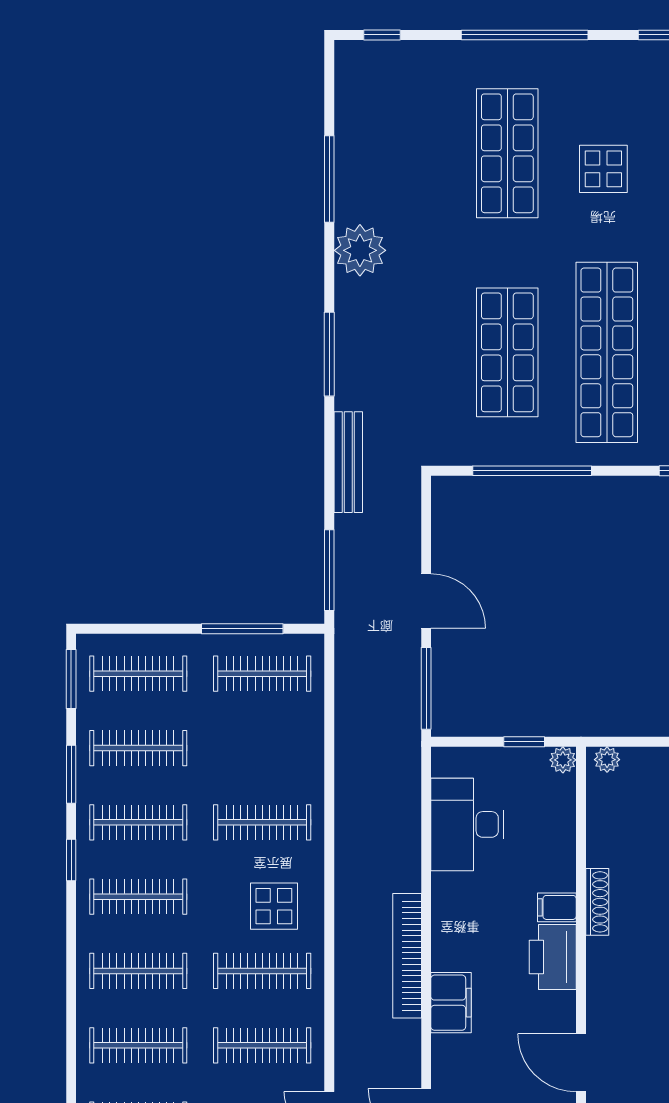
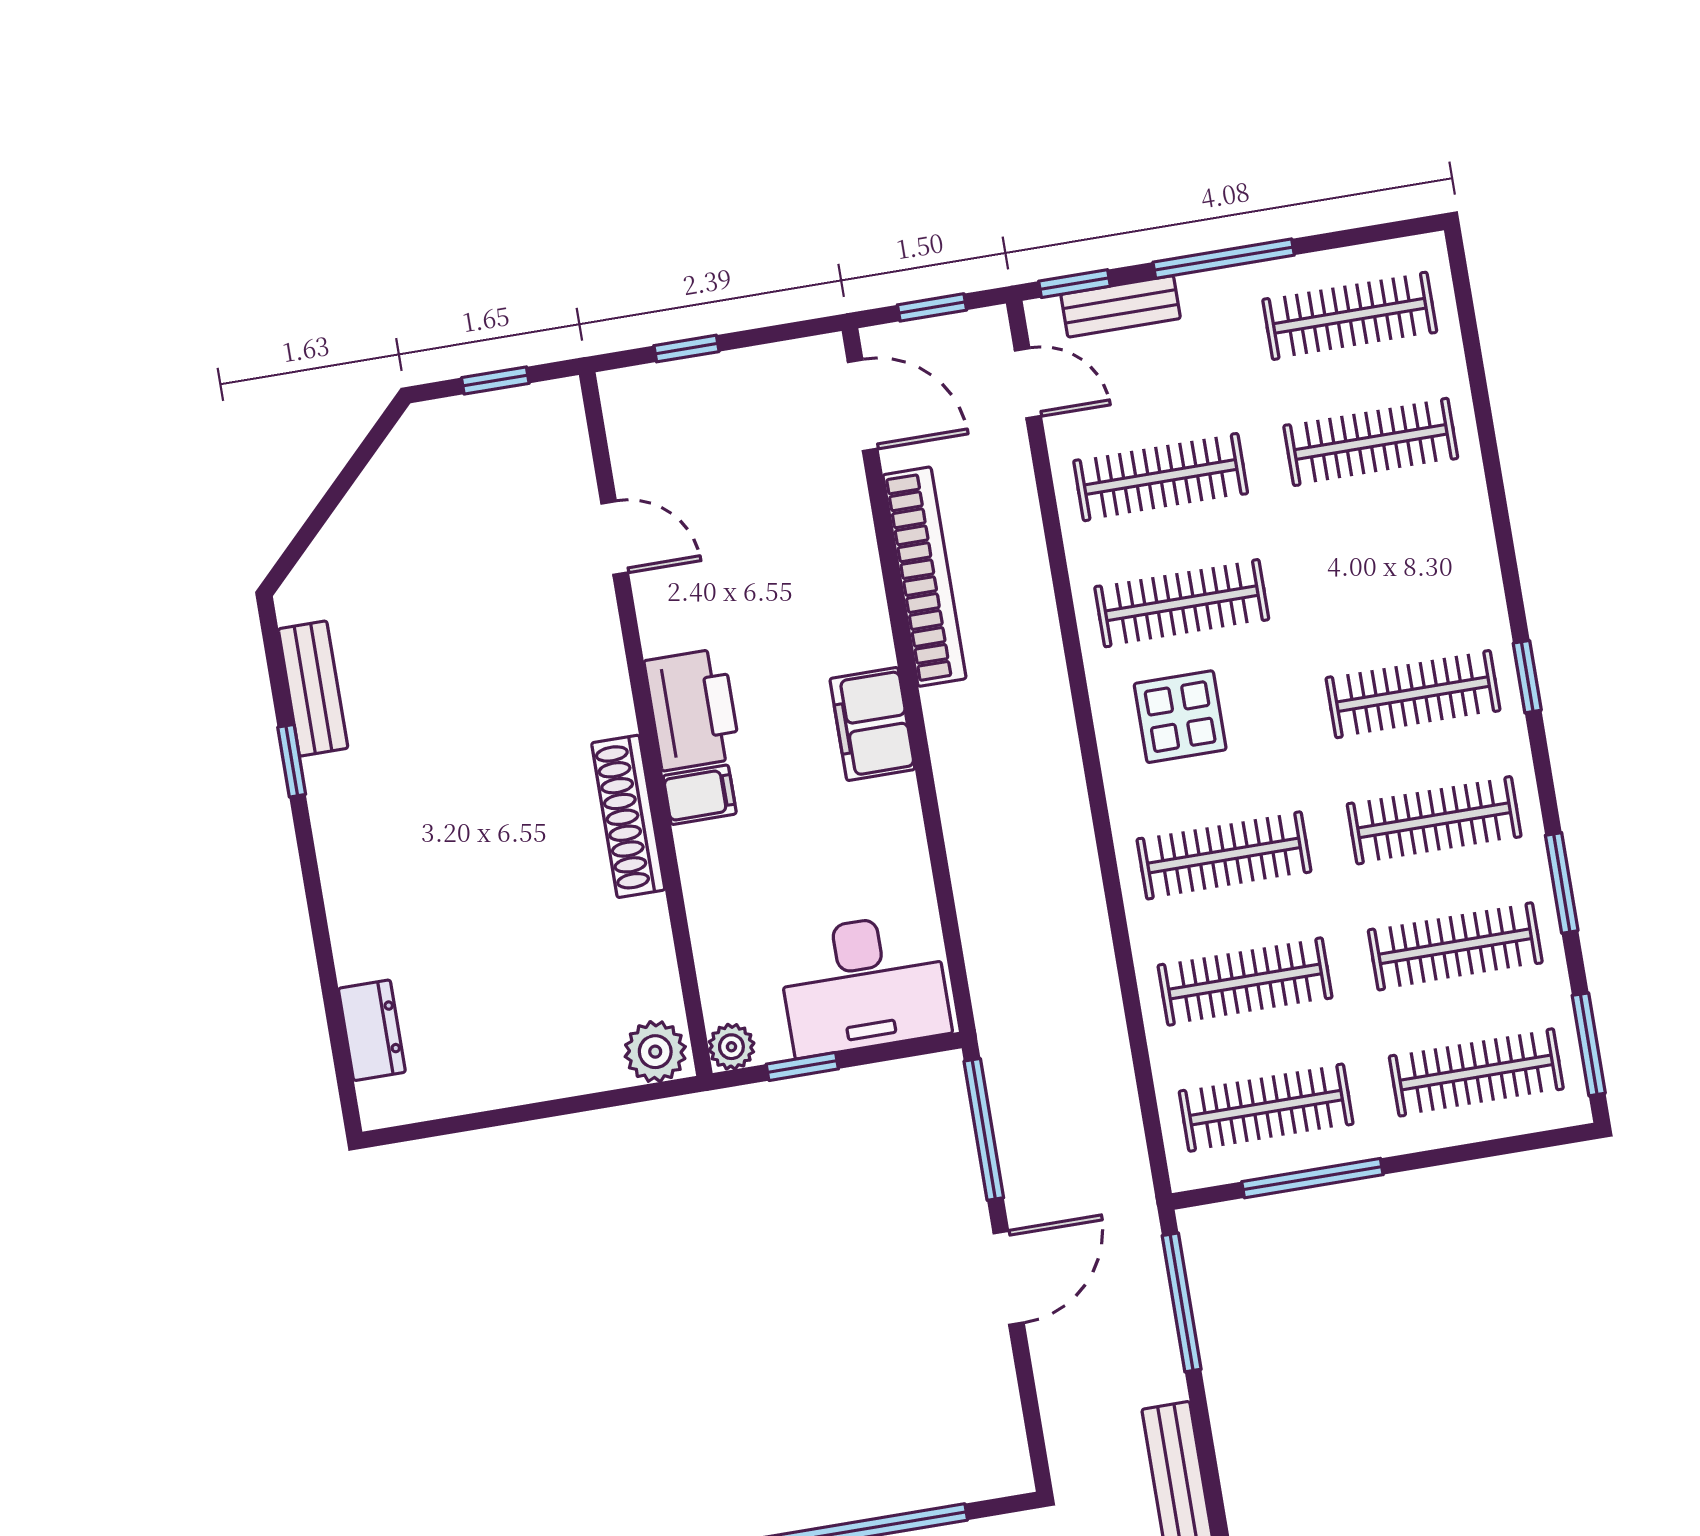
door: (426, 601) -> (1009, 1278), swing flipped
plant: (607, 760) -> (655, 1052), width x1.38, depth x1.38
desk: (467, 824) -> (864, 984), moved, turned 90
window: (71, 860) -> (1527, 677), moved
shoe rack: (597, 902) -> (628, 816), width x1.36, depth x1.24
bookcase: (407, 956) -> (924, 577), moved
clothes rail: (138, 971) -> (1245, 982), moved
filing cabinet: (451, 1003) -> (872, 724), moved
door: (581, 1063) -> (615, 538), width x0.73

